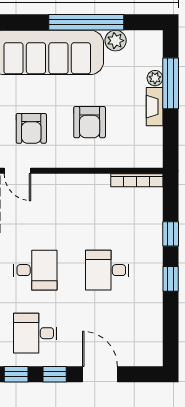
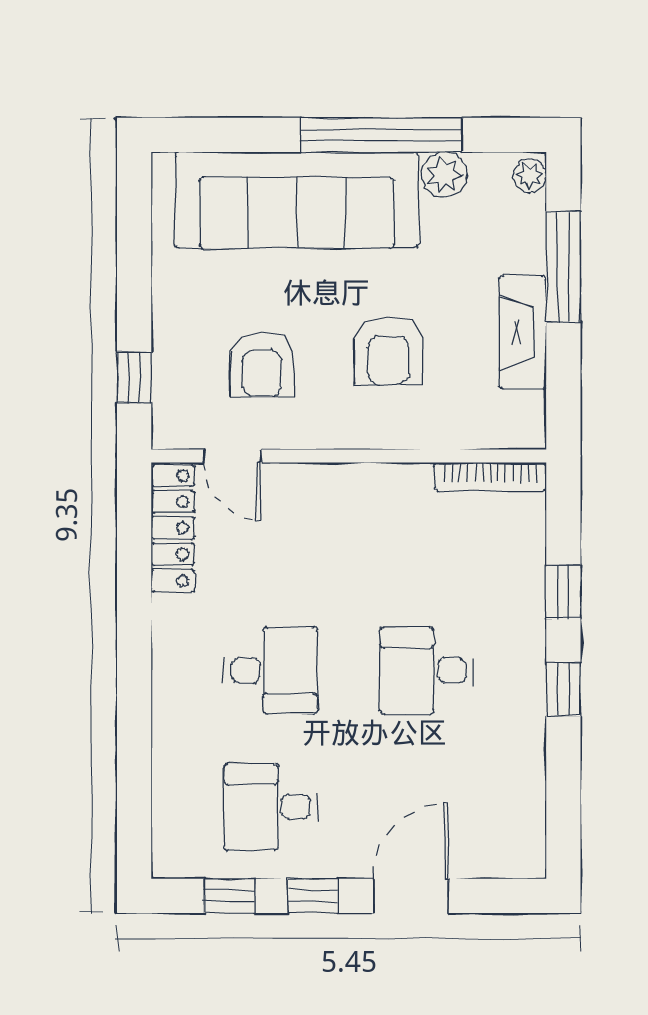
plant: (155, 78) -> (530, 176), moved
fireplace: (155, 107) -> (523, 333), width x1.37, depth x1.32
door: (100, 374) -> (411, 896), hinge flipped

